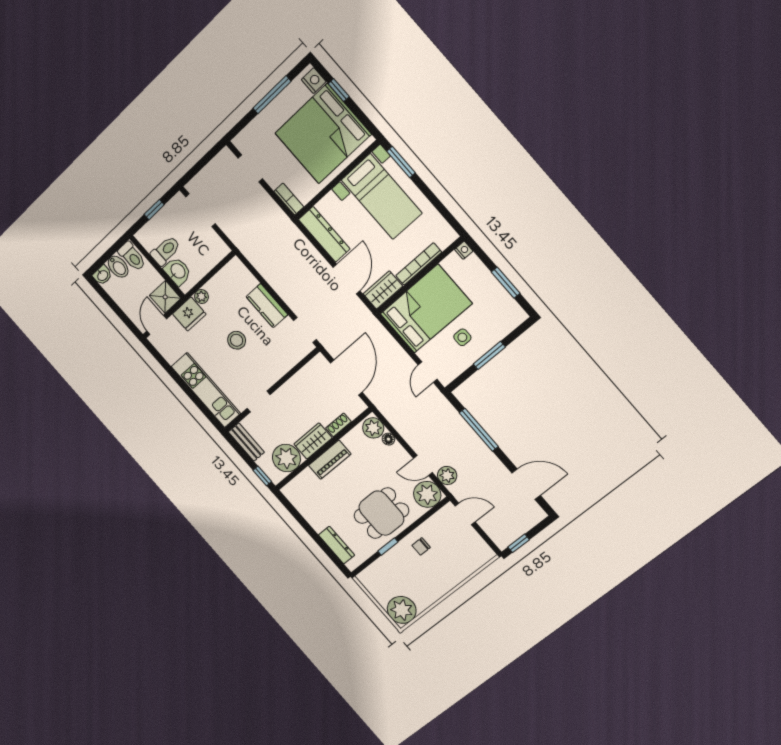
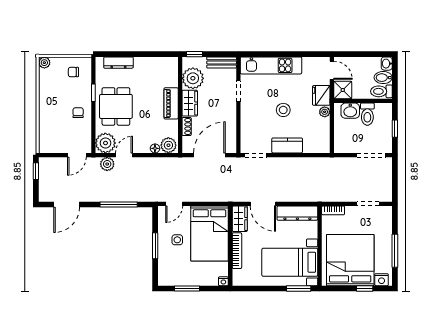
door: (428, 372) -> (174, 204), swing flipped
door: (346, 378) -> (209, 155), swing flipped
chair: (385, 583) -> (73, 72), added
plant: (402, 610) -> (44, 63), width x0.53, depth x0.53

